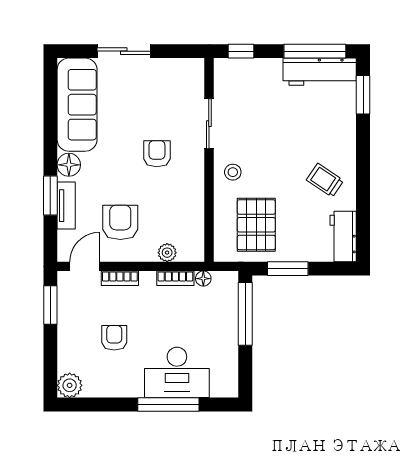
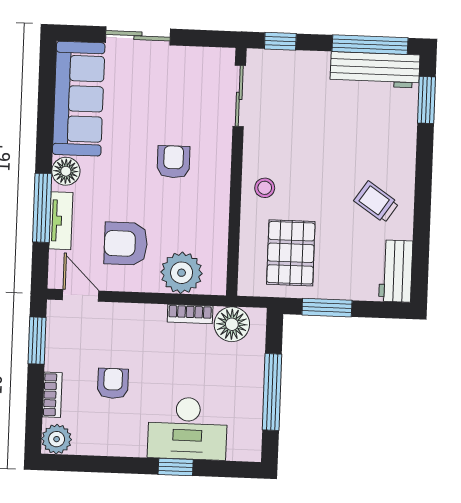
sliding door: (209, 124) -> (239, 96), moved
window: (50, 196) -> (42, 208), width x1.44
armchair: (120, 222) -> (126, 244), turned -90
plant: (167, 253) -> (182, 273), width x1.87, depth x1.87
door: (85, 266) -> (81, 295), hinge flipped
bookcase: (120, 278) -> (52, 395), moved, turned -90
floor lamp: (203, 279) -> (232, 324), width x1.89, depth x1.89
window: (245, 314) -> (272, 392), moved
window: (168, 405) -> (176, 467), width x0.46

